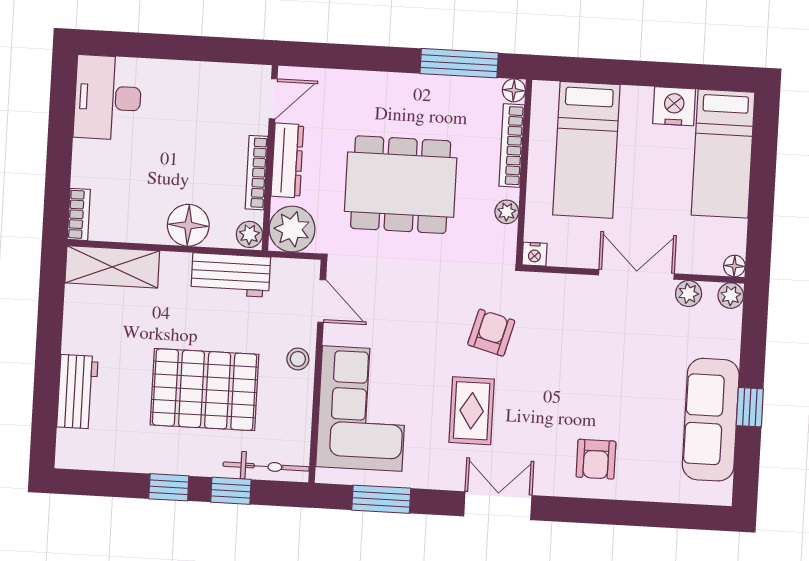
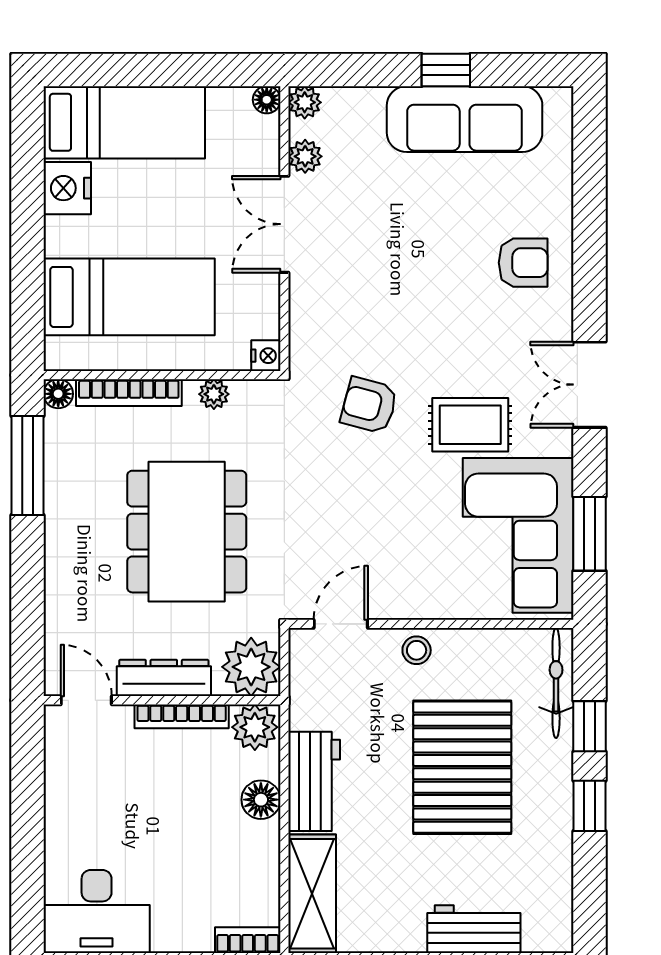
floor lamp: (188, 225) -> (261, 800), width x0.73, depth x0.73
plant: (249, 234) -> (255, 727), width x1.38, depth x1.38
workbench: (231, 275) -> (314, 781), moved
corner sofa: (362, 409) -> (518, 535), moved, turned -90

